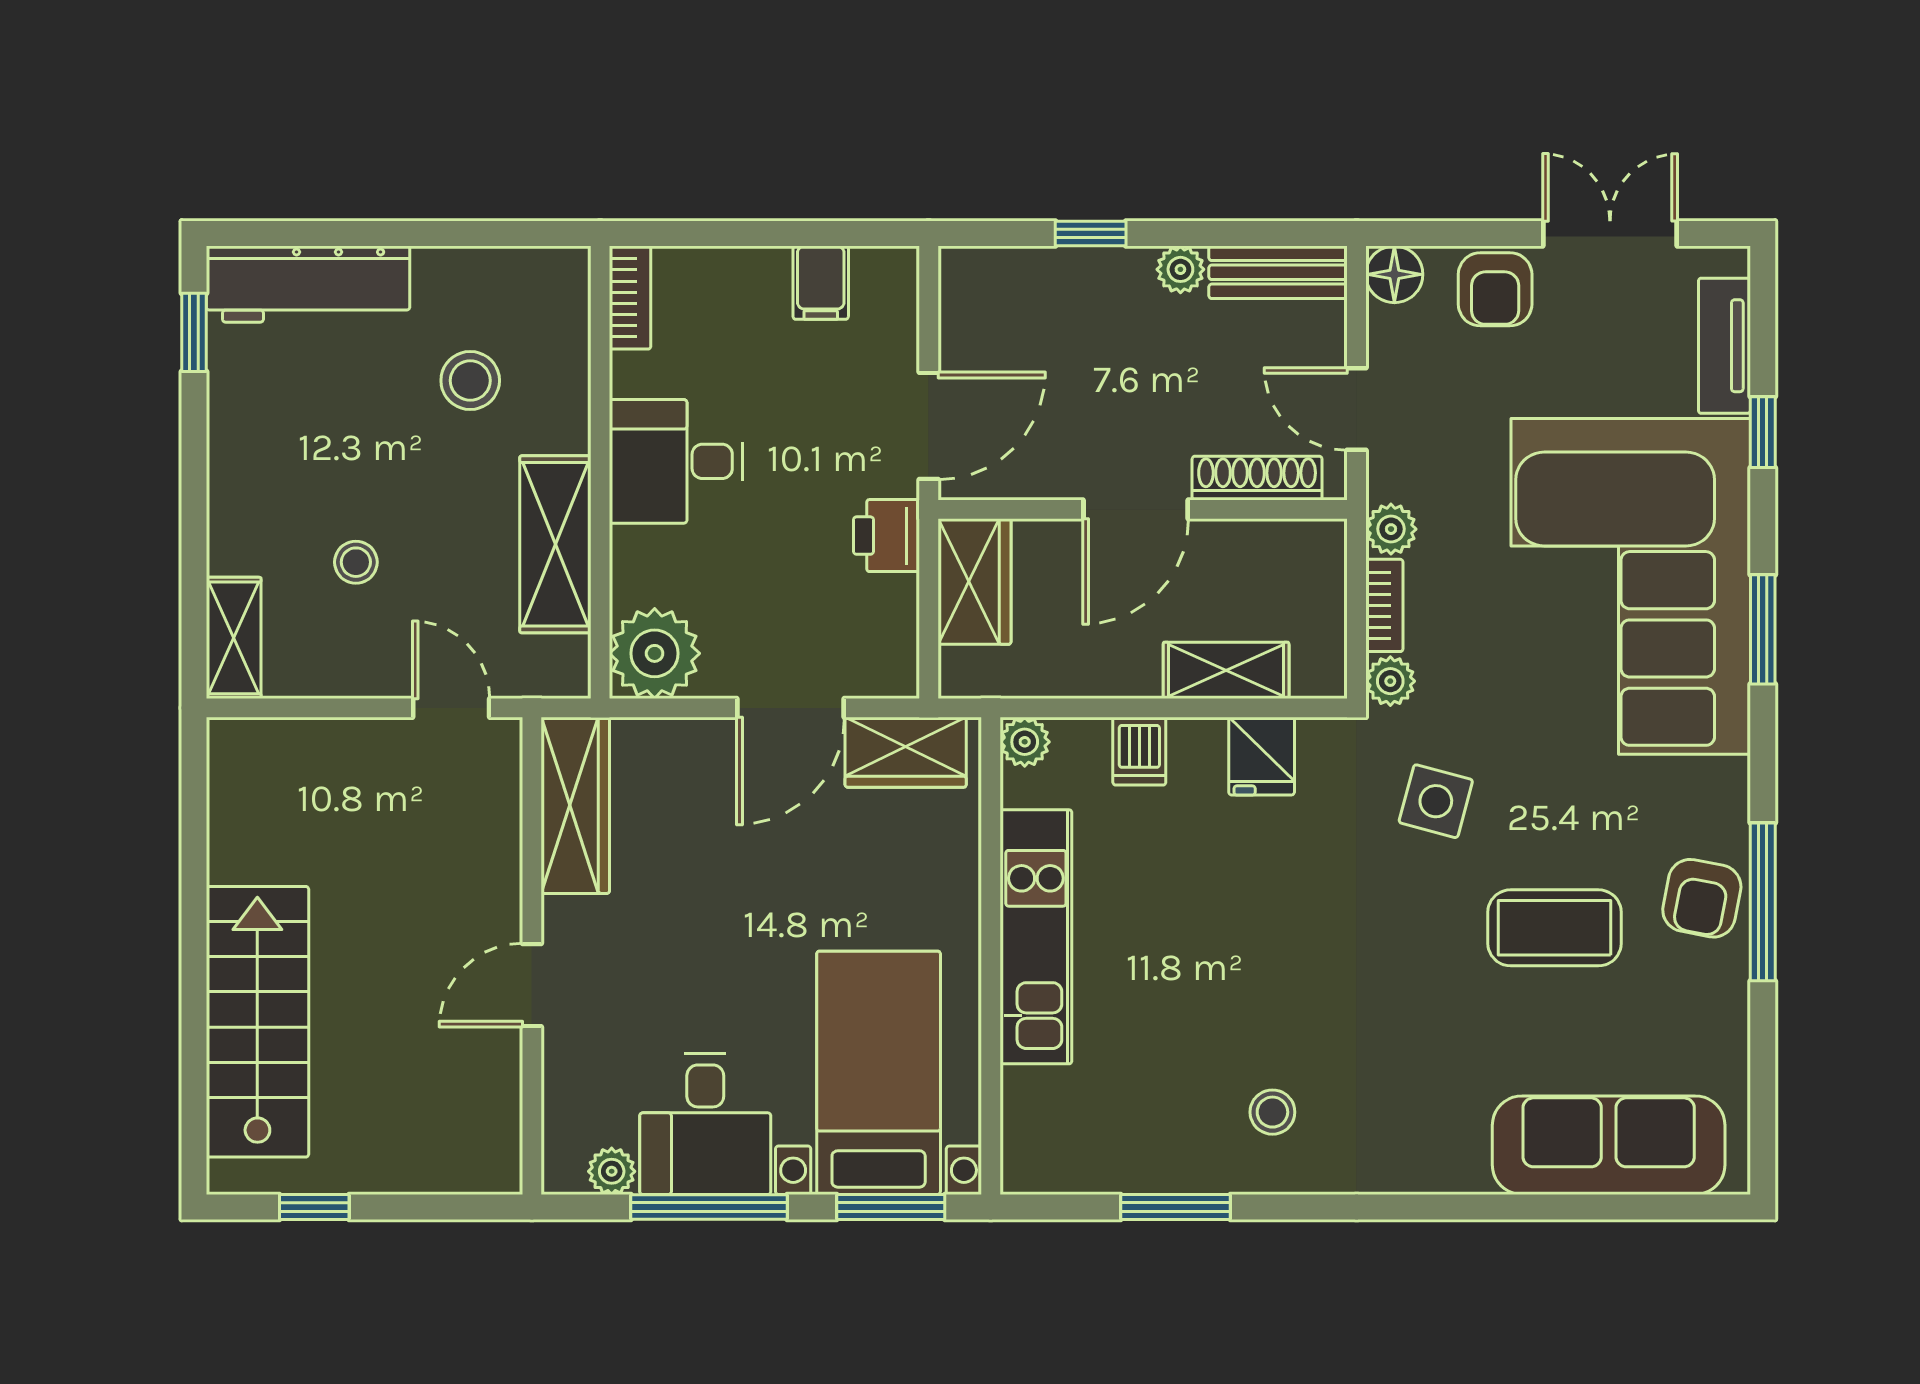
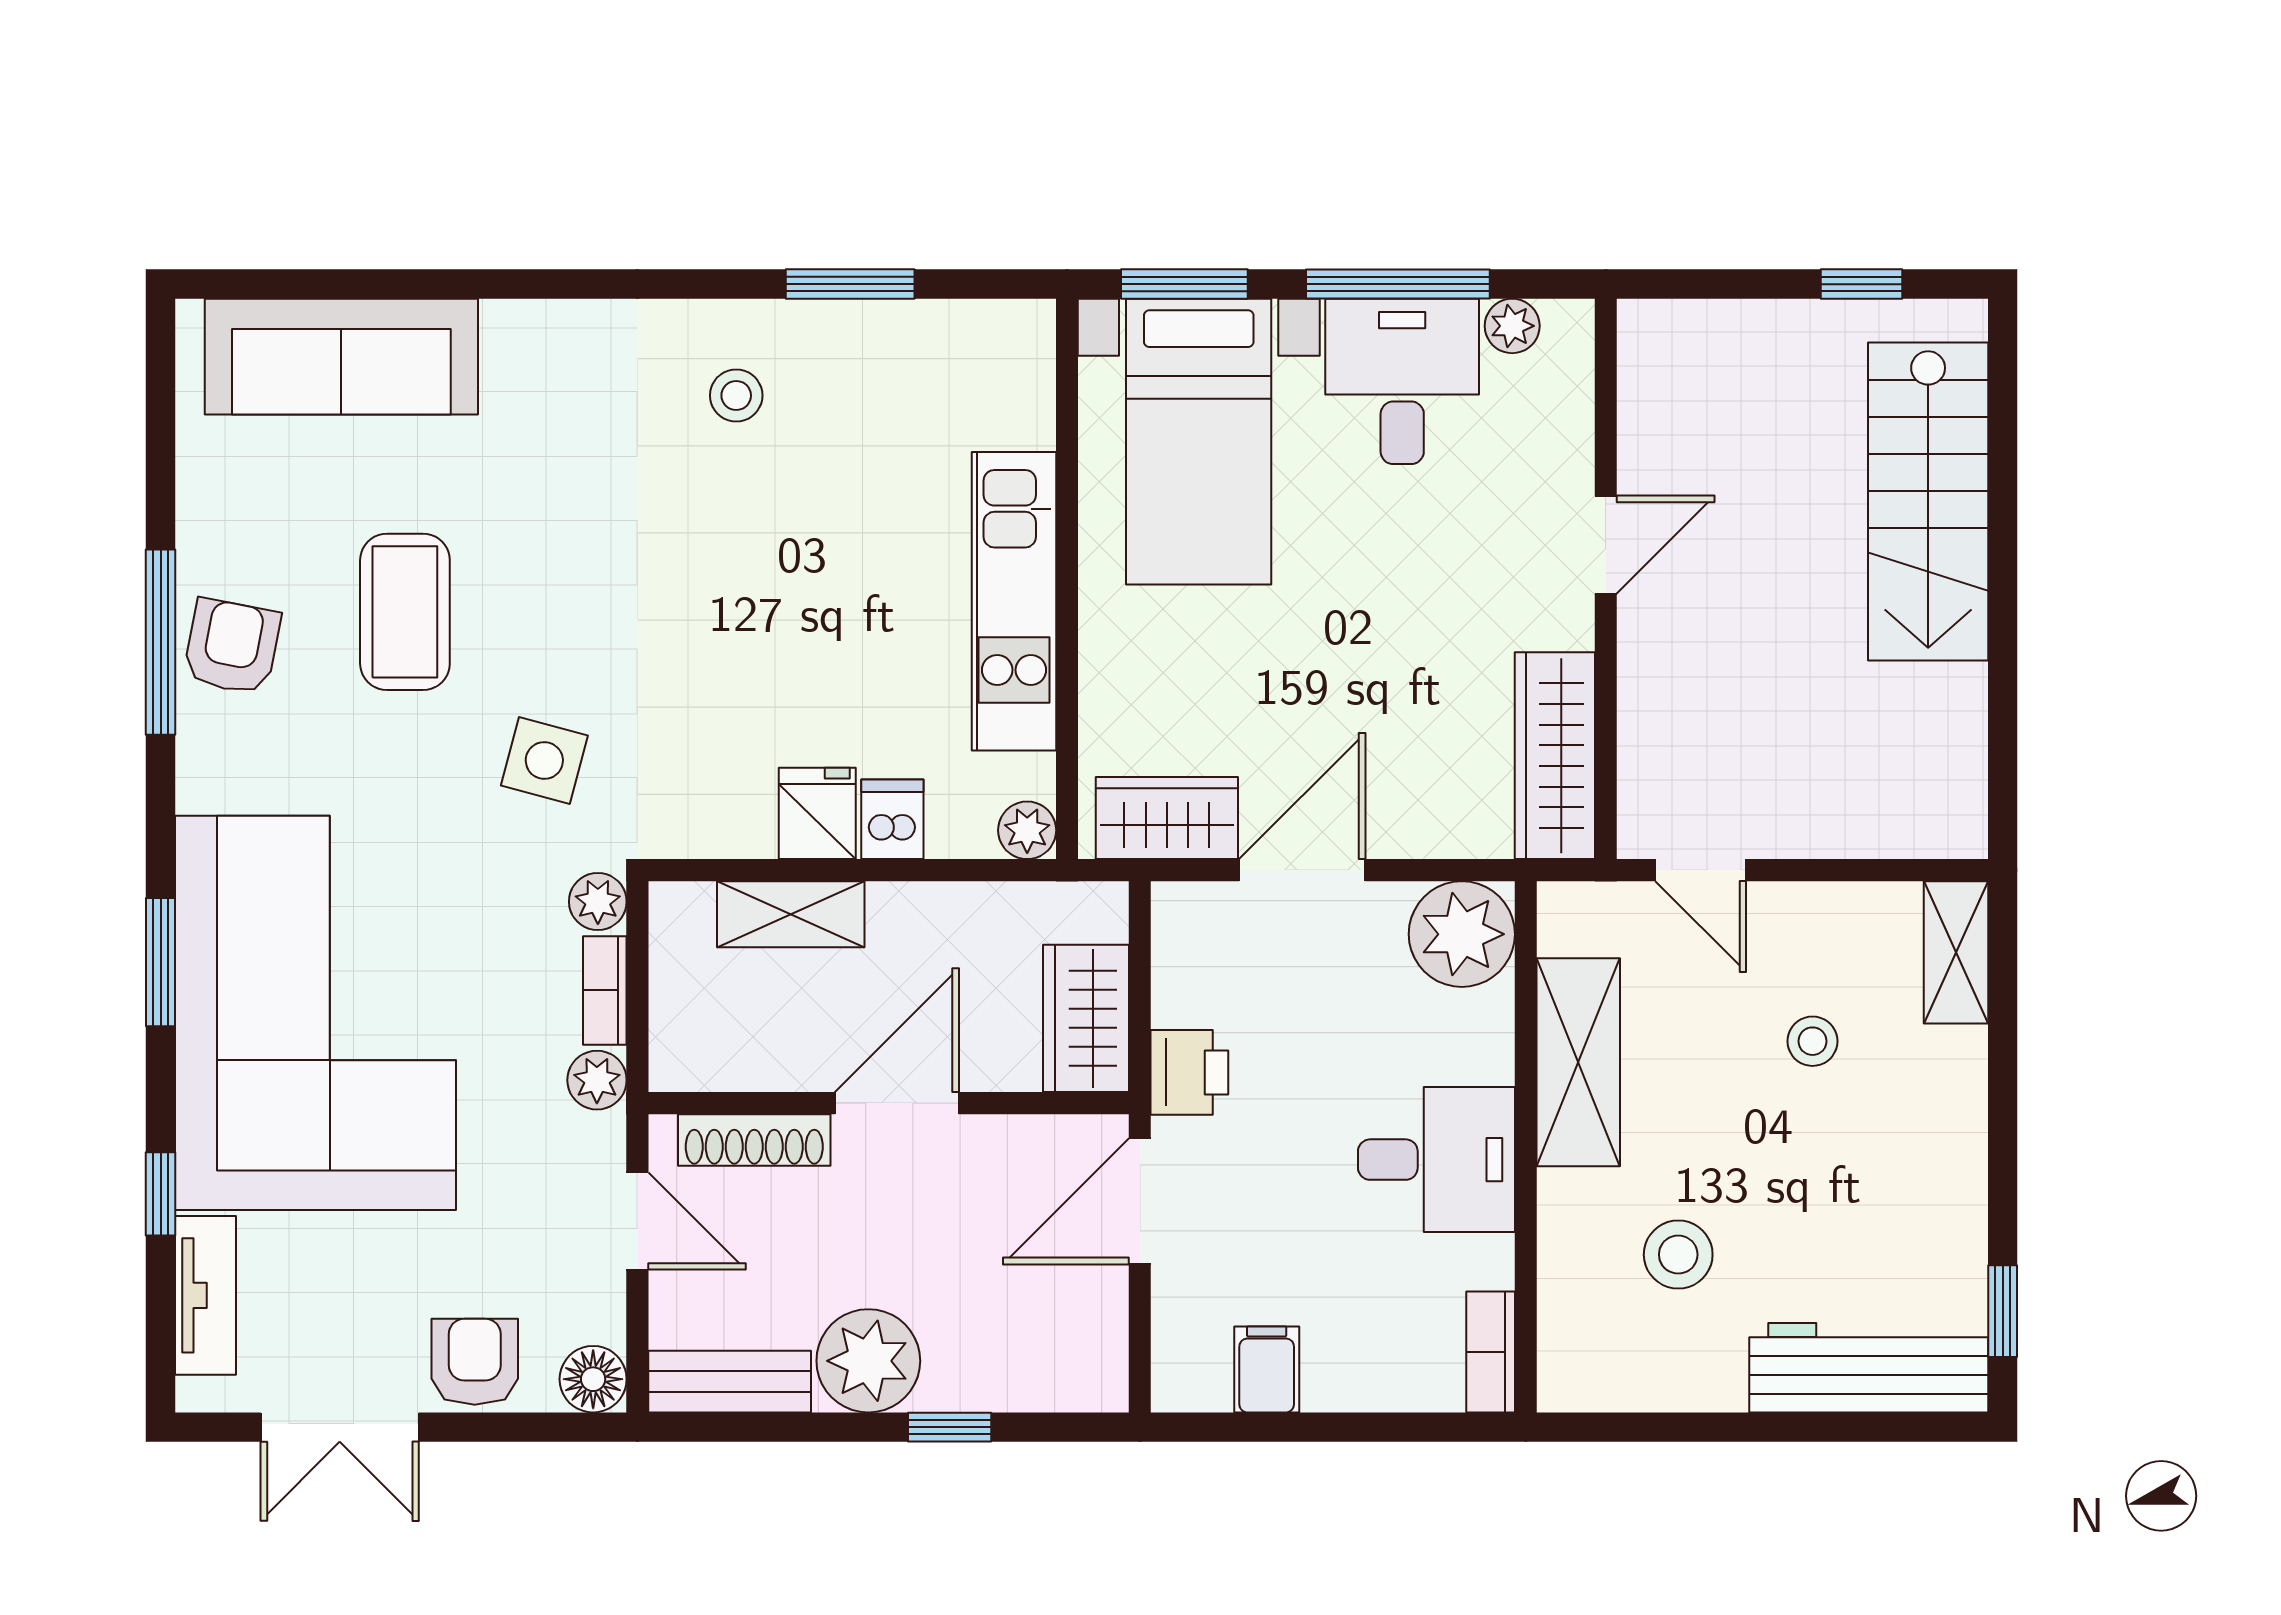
plant: (1180, 269) -> (868, 1361), width x1.88, depth x1.88
fridge: (1262, 756) -> (817, 813), moved
coffee table: (1555, 928) -> (405, 612), turned 90

